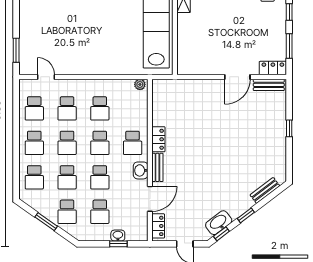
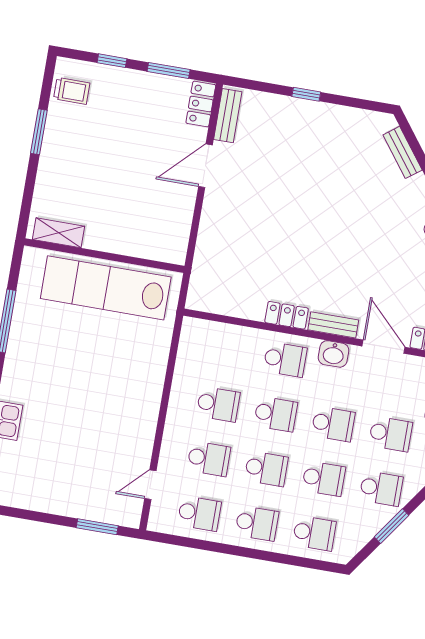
door: (237, 77) -> (205, 166), swing flipped
plant: (140, 84) -> (190, 330), removed

